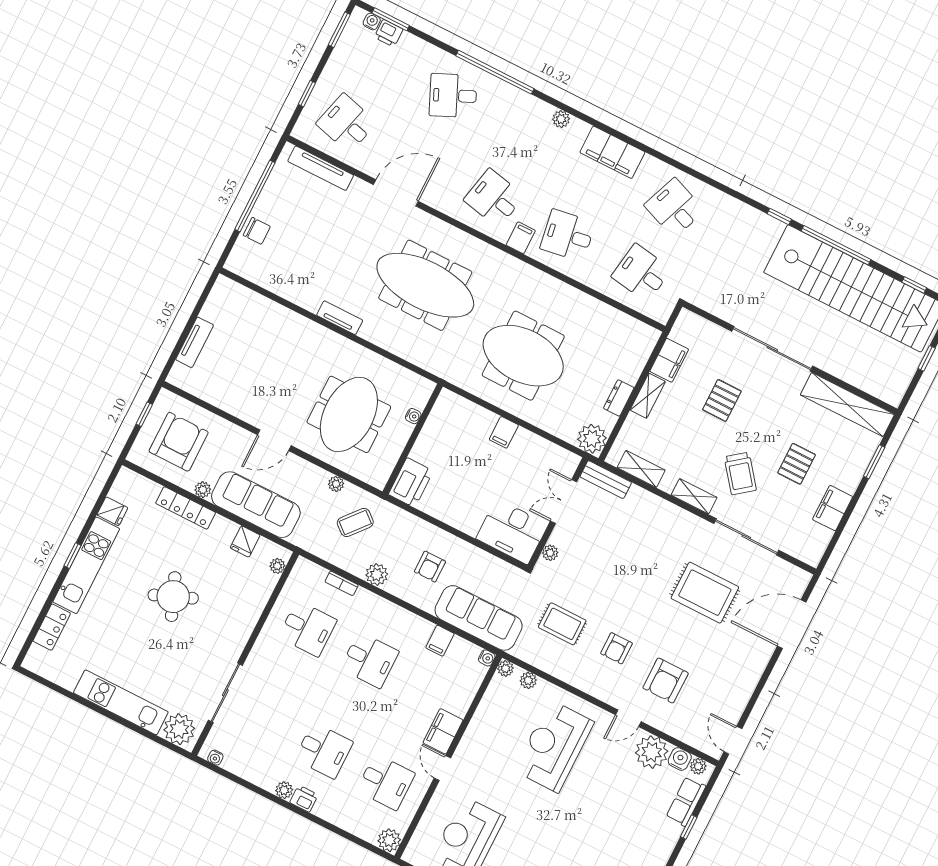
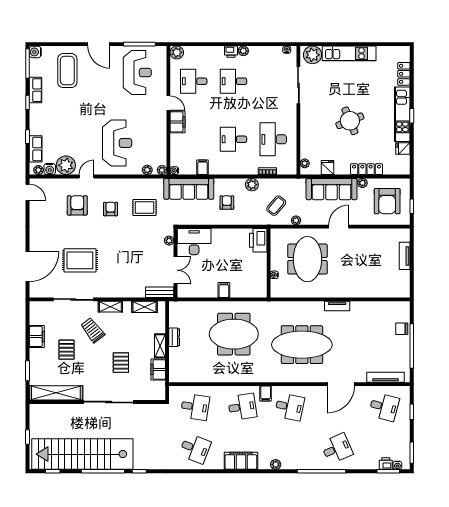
plant: (592, 439) -> (177, 310), removed
desk: (308, 629) -> (273, 139), width x1.37

